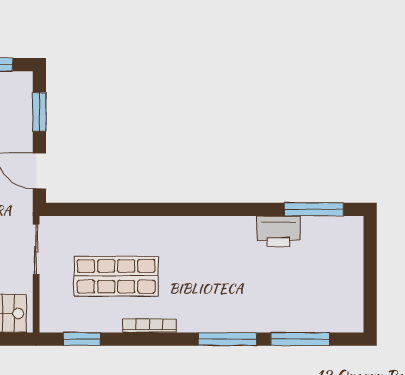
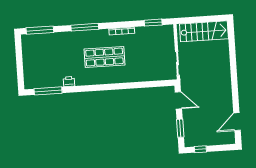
printer: (278, 231) -> (69, 82), width x0.53, depth x0.68
shop shelf: (116, 276) -> (104, 57), moved
window: (300, 339) -> (40, 30), moved

